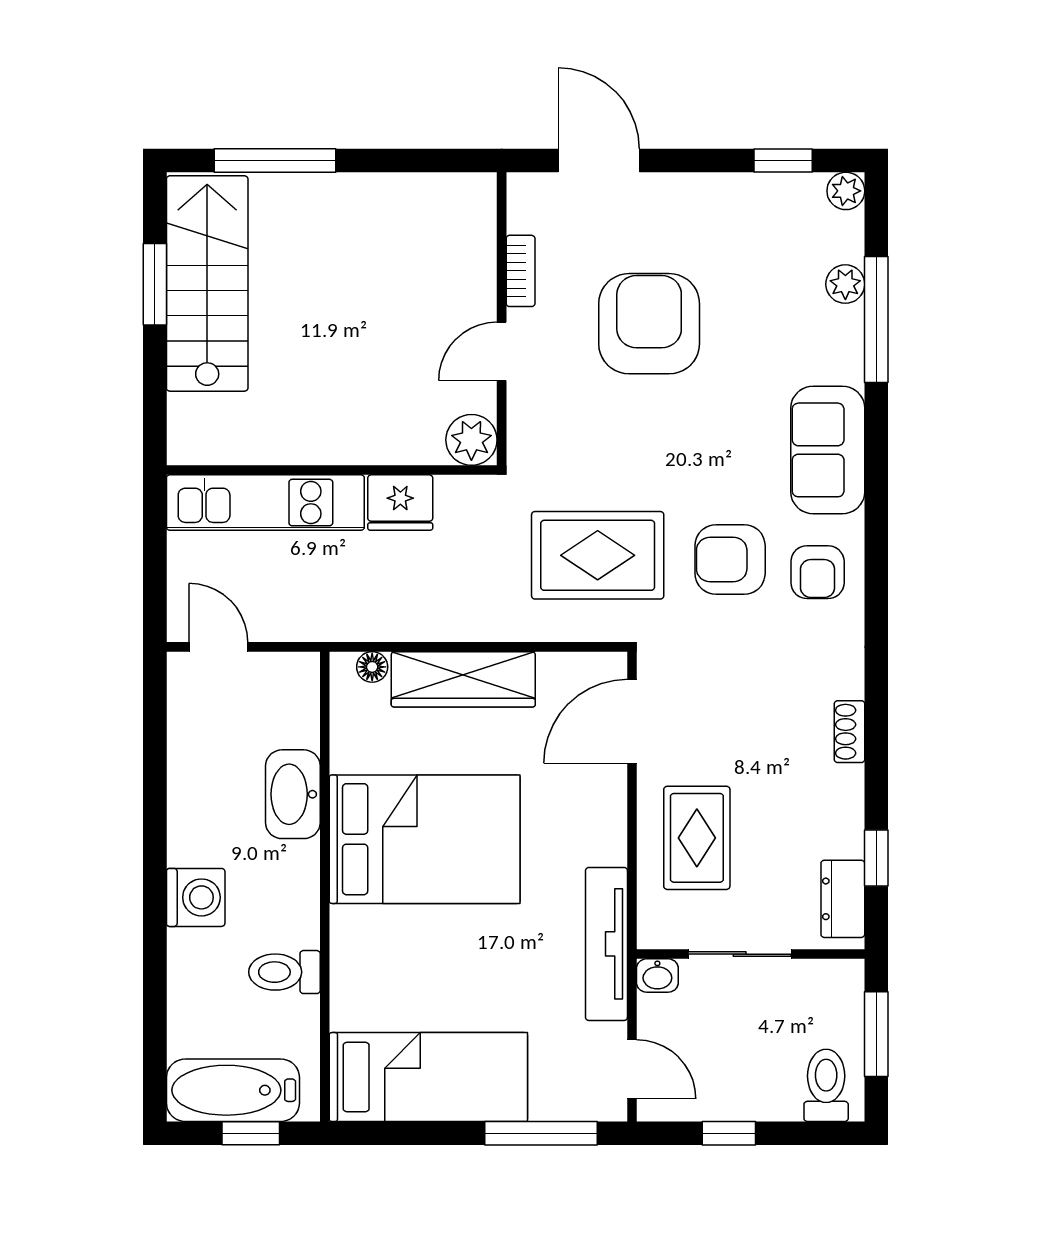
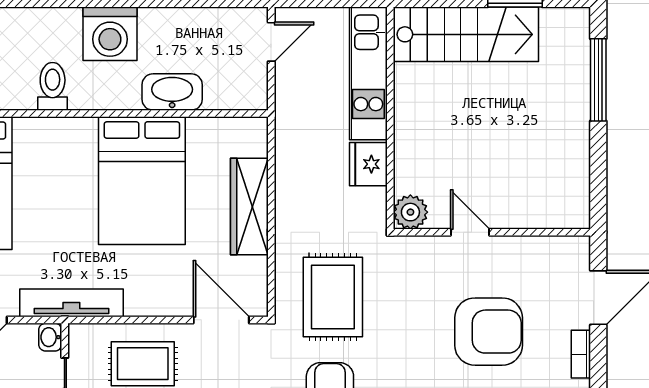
bookcase: (521, 271) -> (581, 354), moved, turned 90
stairs: (207, 283) -> (466, 34), moved
floor lamp: (372, 667) -> (258, 145), removed
washing machine: (196, 897) -> (110, 34), width x1.37, depth x1.37

